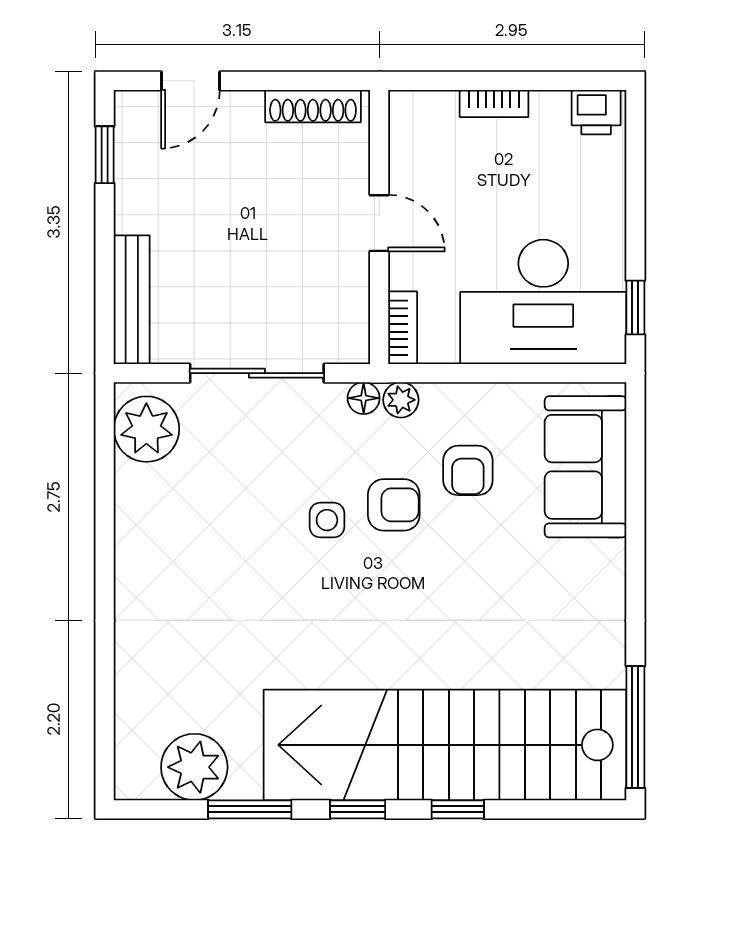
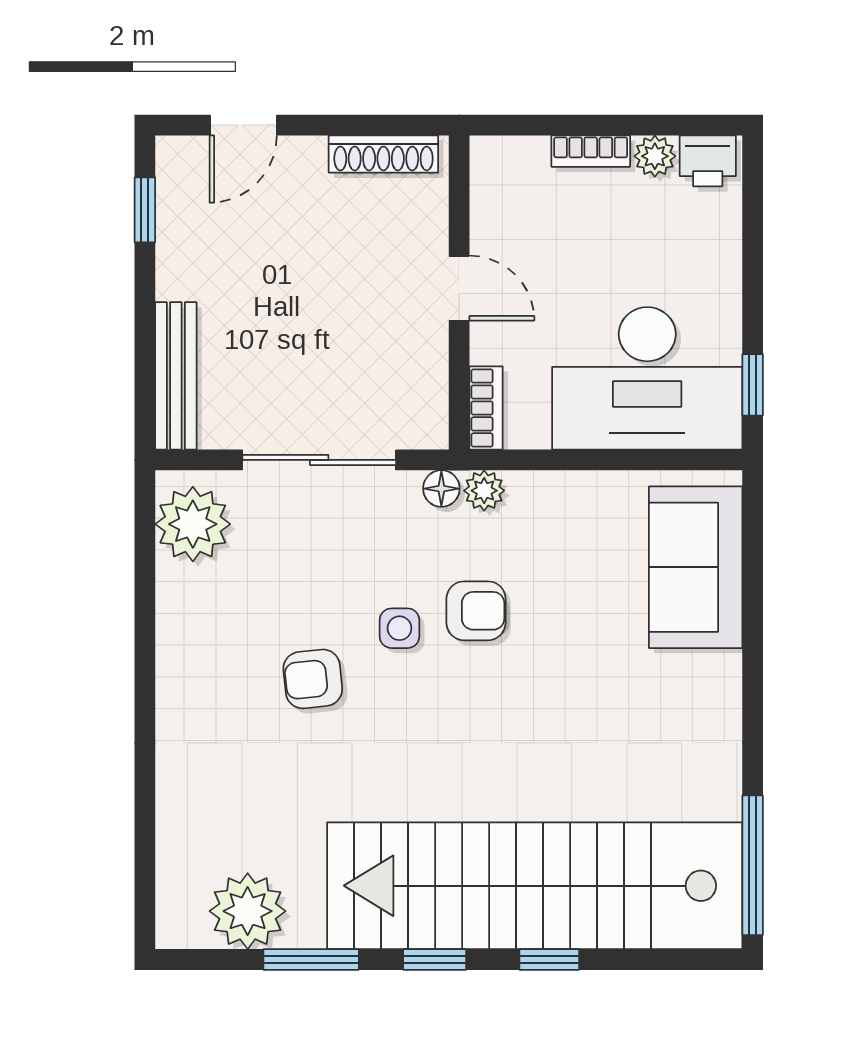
plant: (550, 108) -> (655, 156), added
armchair: (468, 470) -> (313, 679), moved, turned 84

